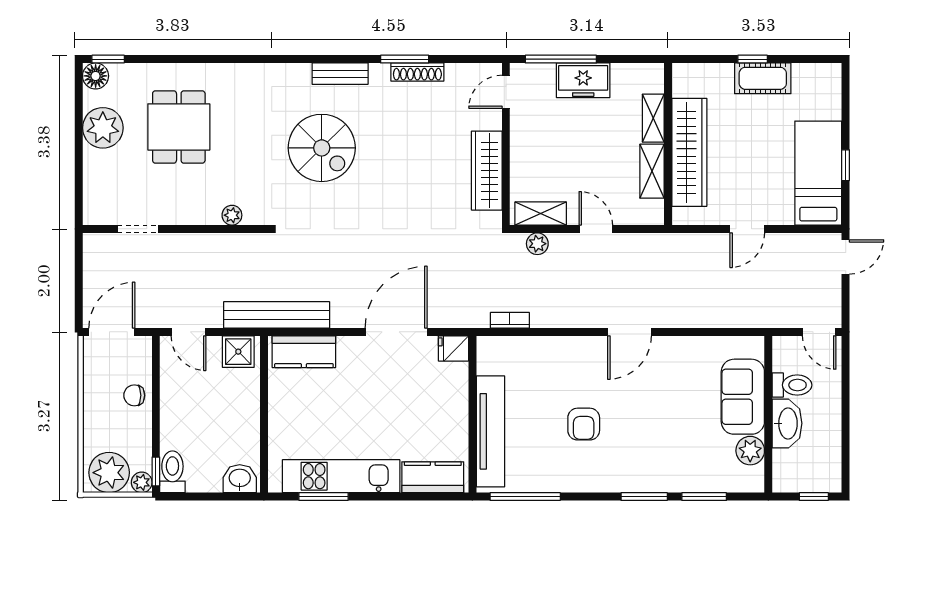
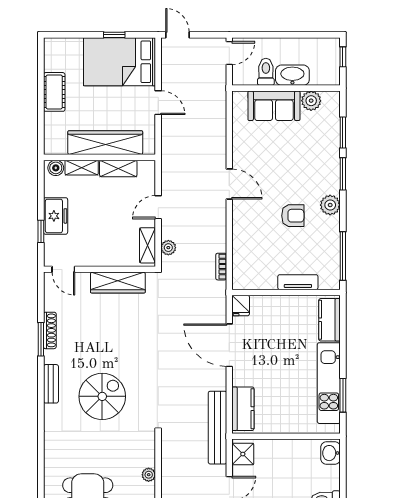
window: (561, 59) -> (41, 231), width x0.46
window: (753, 59) -> (41, 99), removed
boiler: (653, 81) -> (56, 168), added
bed: (818, 173) -> (120, 62), width x1.50
plant: (232, 215) -> (149, 475), moved
tv unit: (490, 431) -> (298, 282), width x0.52, depth x0.78
plant: (599, 478) -> (330, 205), added

